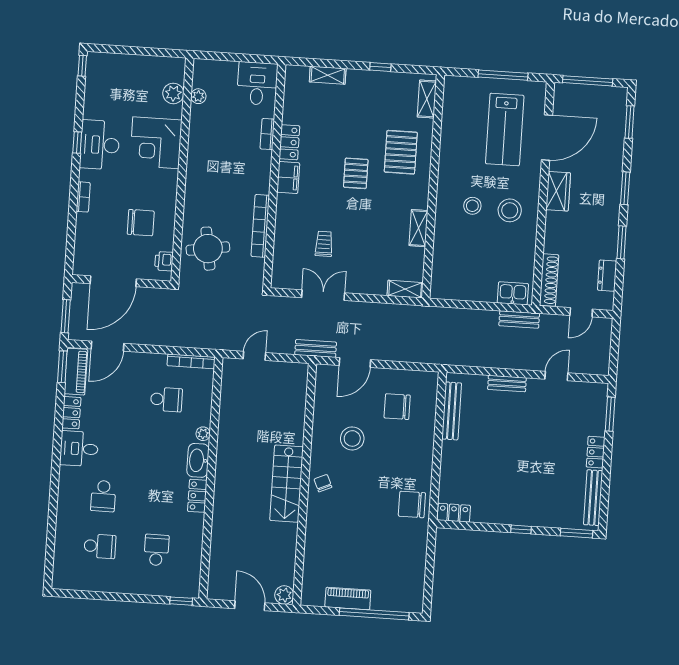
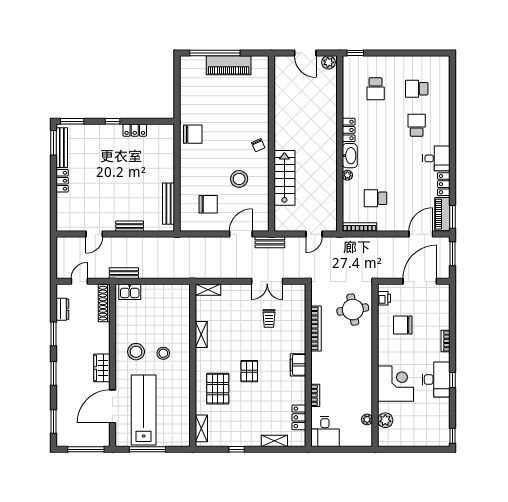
lab bench: (505, 130) -> (144, 410), width x1.36
locker: (289, 142) -> (299, 417), moved
window: (610, 414) -> (54, 143), moved
stairs: (287, 484) -> (284, 178), moved
locker: (454, 513) -> (135, 130), moved
plant: (284, 595) -> (329, 62), moved
piano: (348, 599) -> (229, 65), width x1.37, depth x1.33

